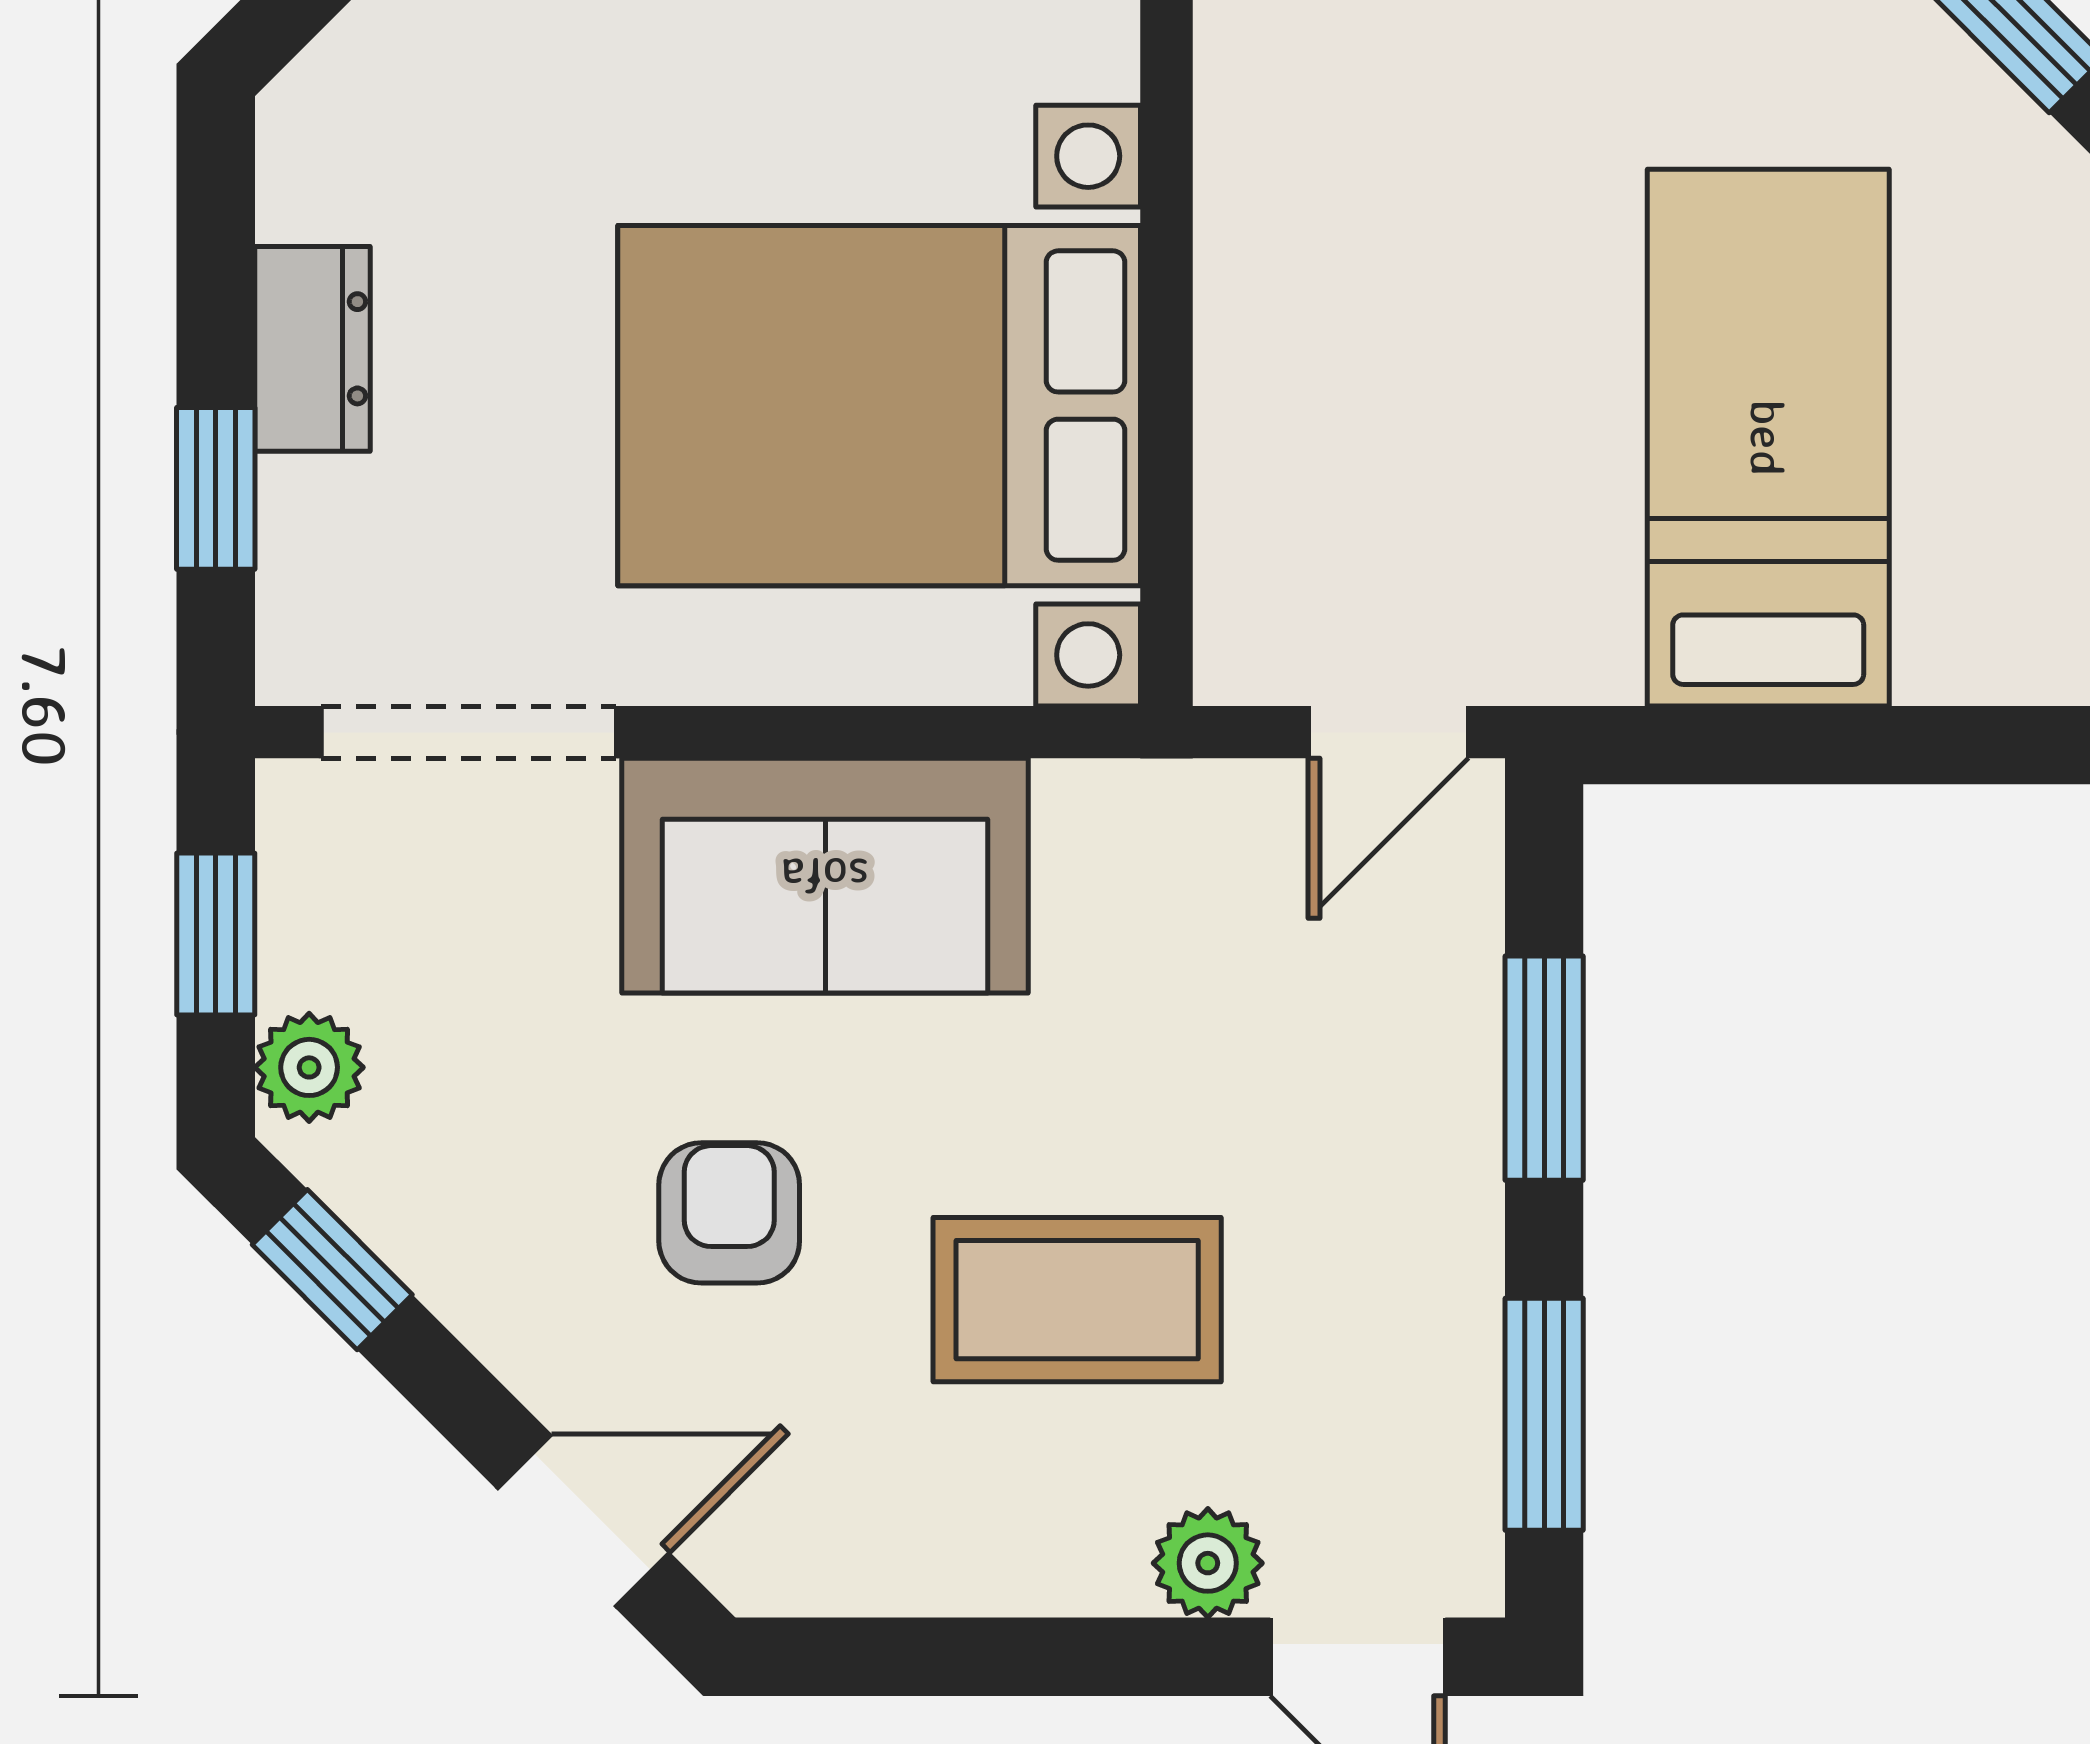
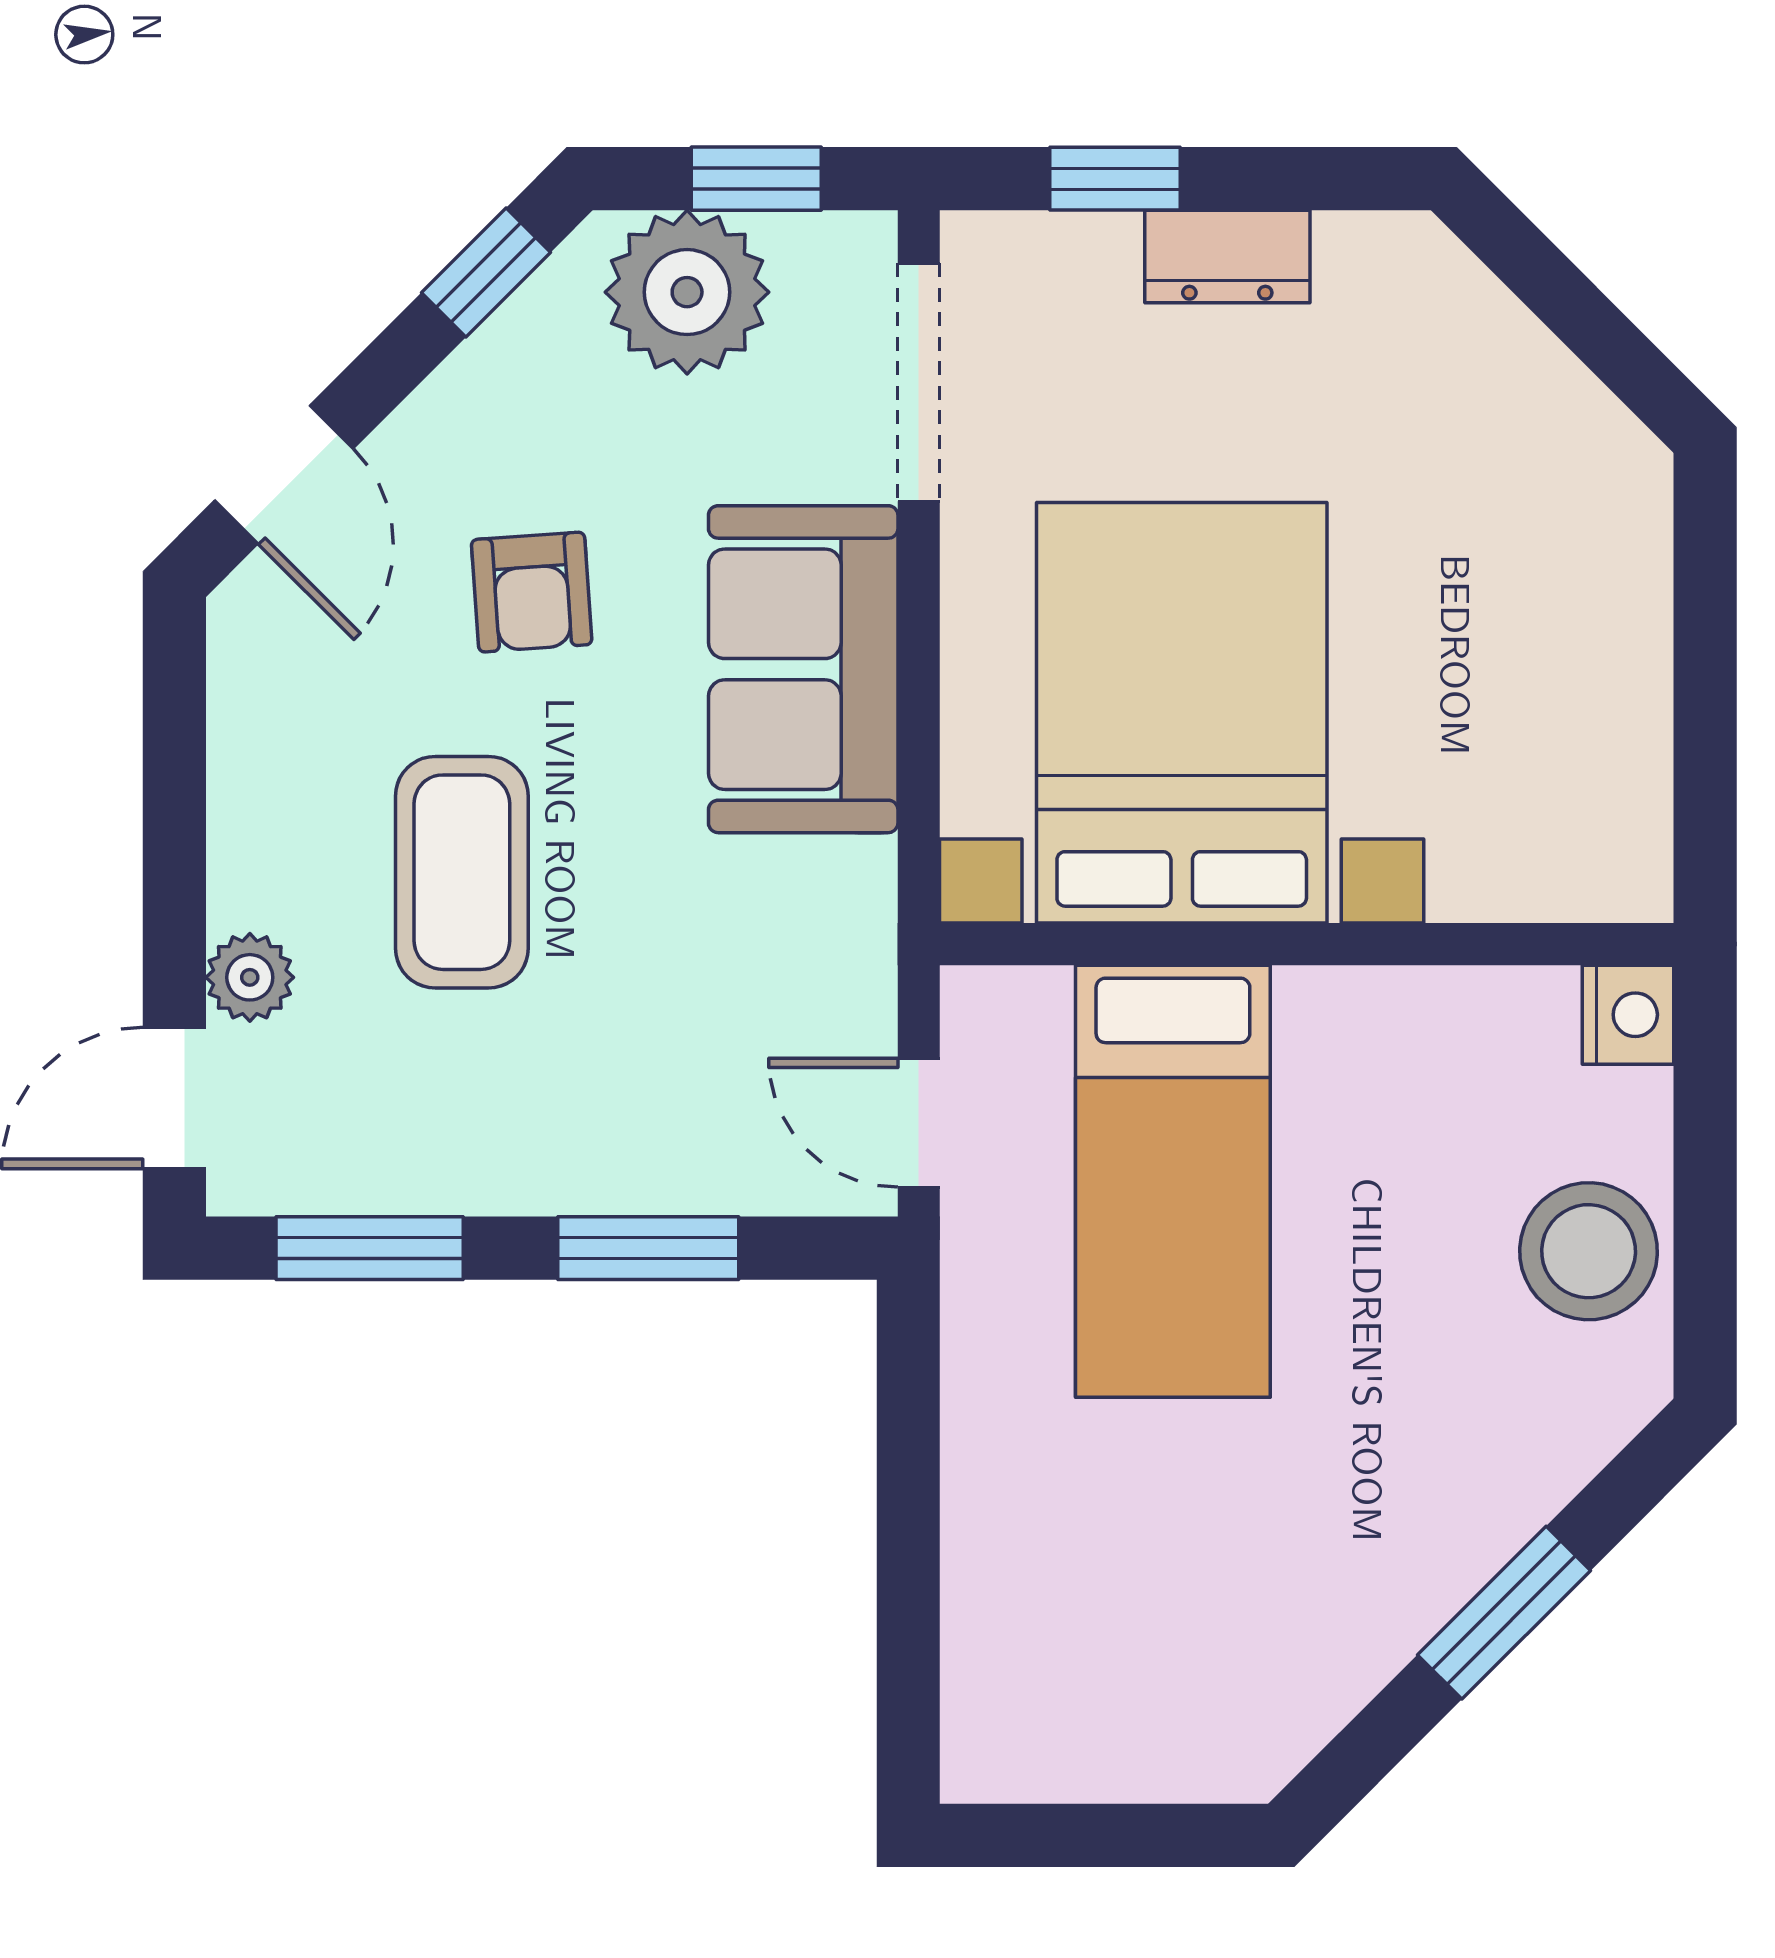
bed: (1768, 438) -> (1173, 1181), moved, turned 90
plant: (309, 1067) -> (687, 292), width x1.88, depth x1.88
armchair: (729, 1213) -> (532, 592), turned 86

